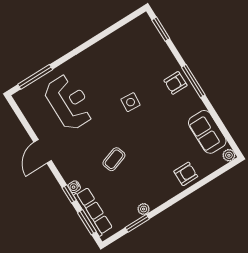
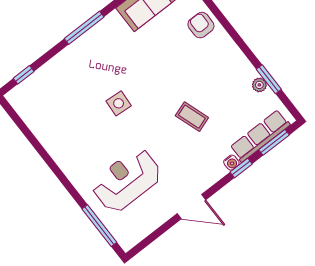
window: (161, 29) -> (24, 75), width x0.67
armchair: (175, 83) -> (89, 50), removed
plant: (144, 209) -> (259, 85), moved

